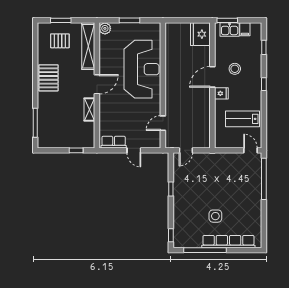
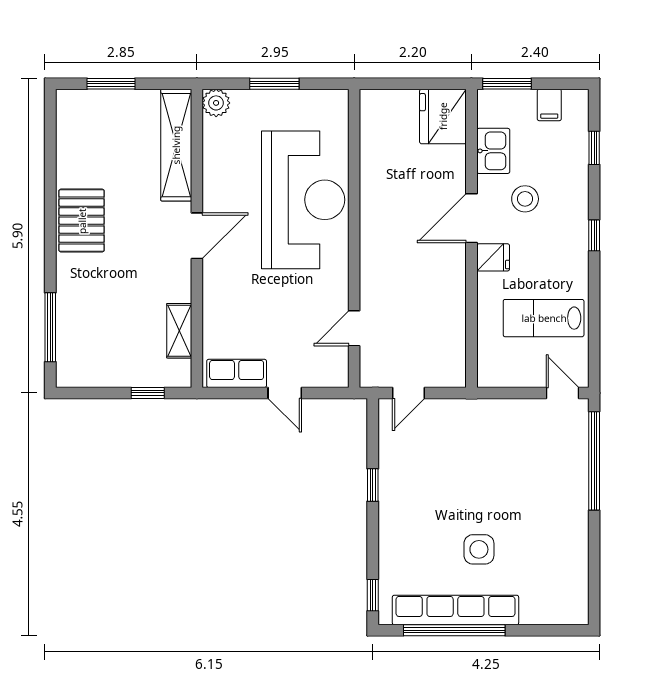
kitchen sink: (230, 30) -> (493, 151), moved, turned -90
pallet: (60, 41) -> (109, 132), removed
shelving: (89, 109) -> (179, 331), moved
row of seats: (228, 242) -> (455, 610), moved

